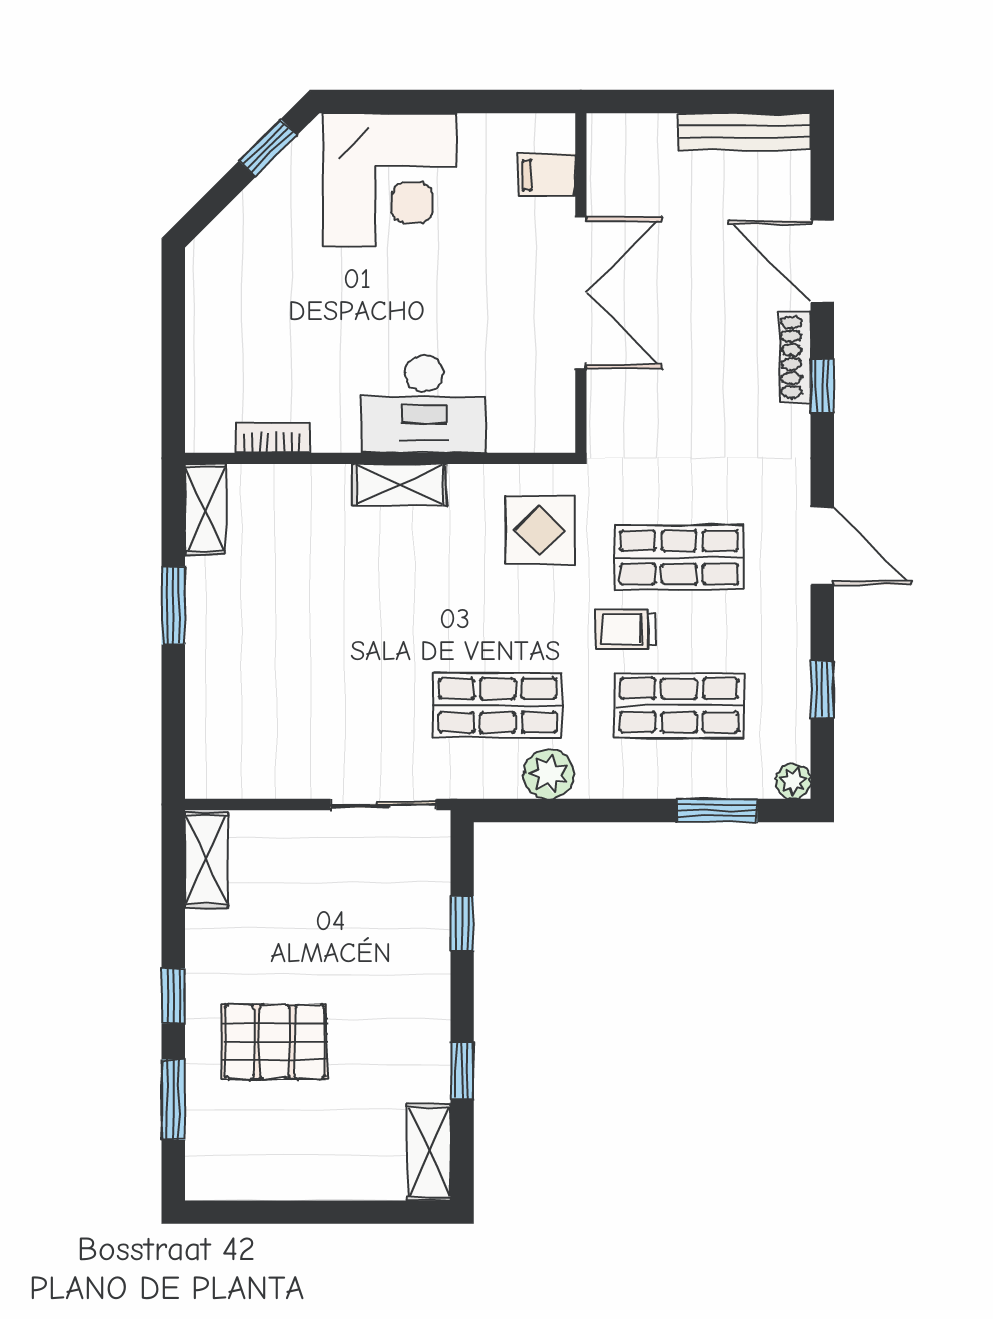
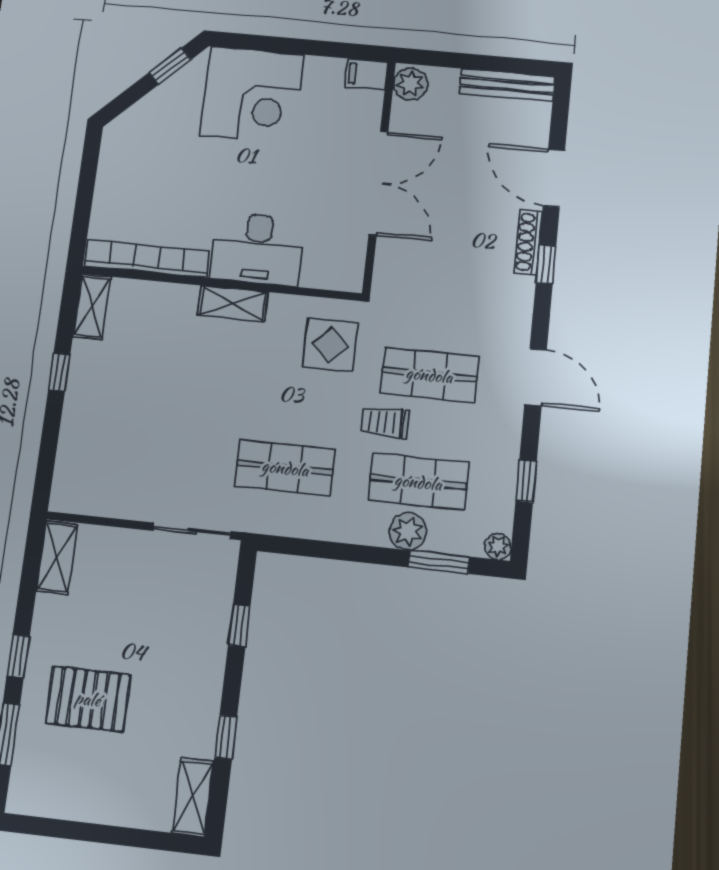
plant: (610, 142) -> (411, 84), added
filing cabinet: (547, 175) -> (366, 74), moved
bookcase: (272, 438) -> (147, 259), width x2.31, depth x1.31
window: (173, 606) -> (59, 372), width x0.67
plant: (549, 774) -> (408, 531), moved

